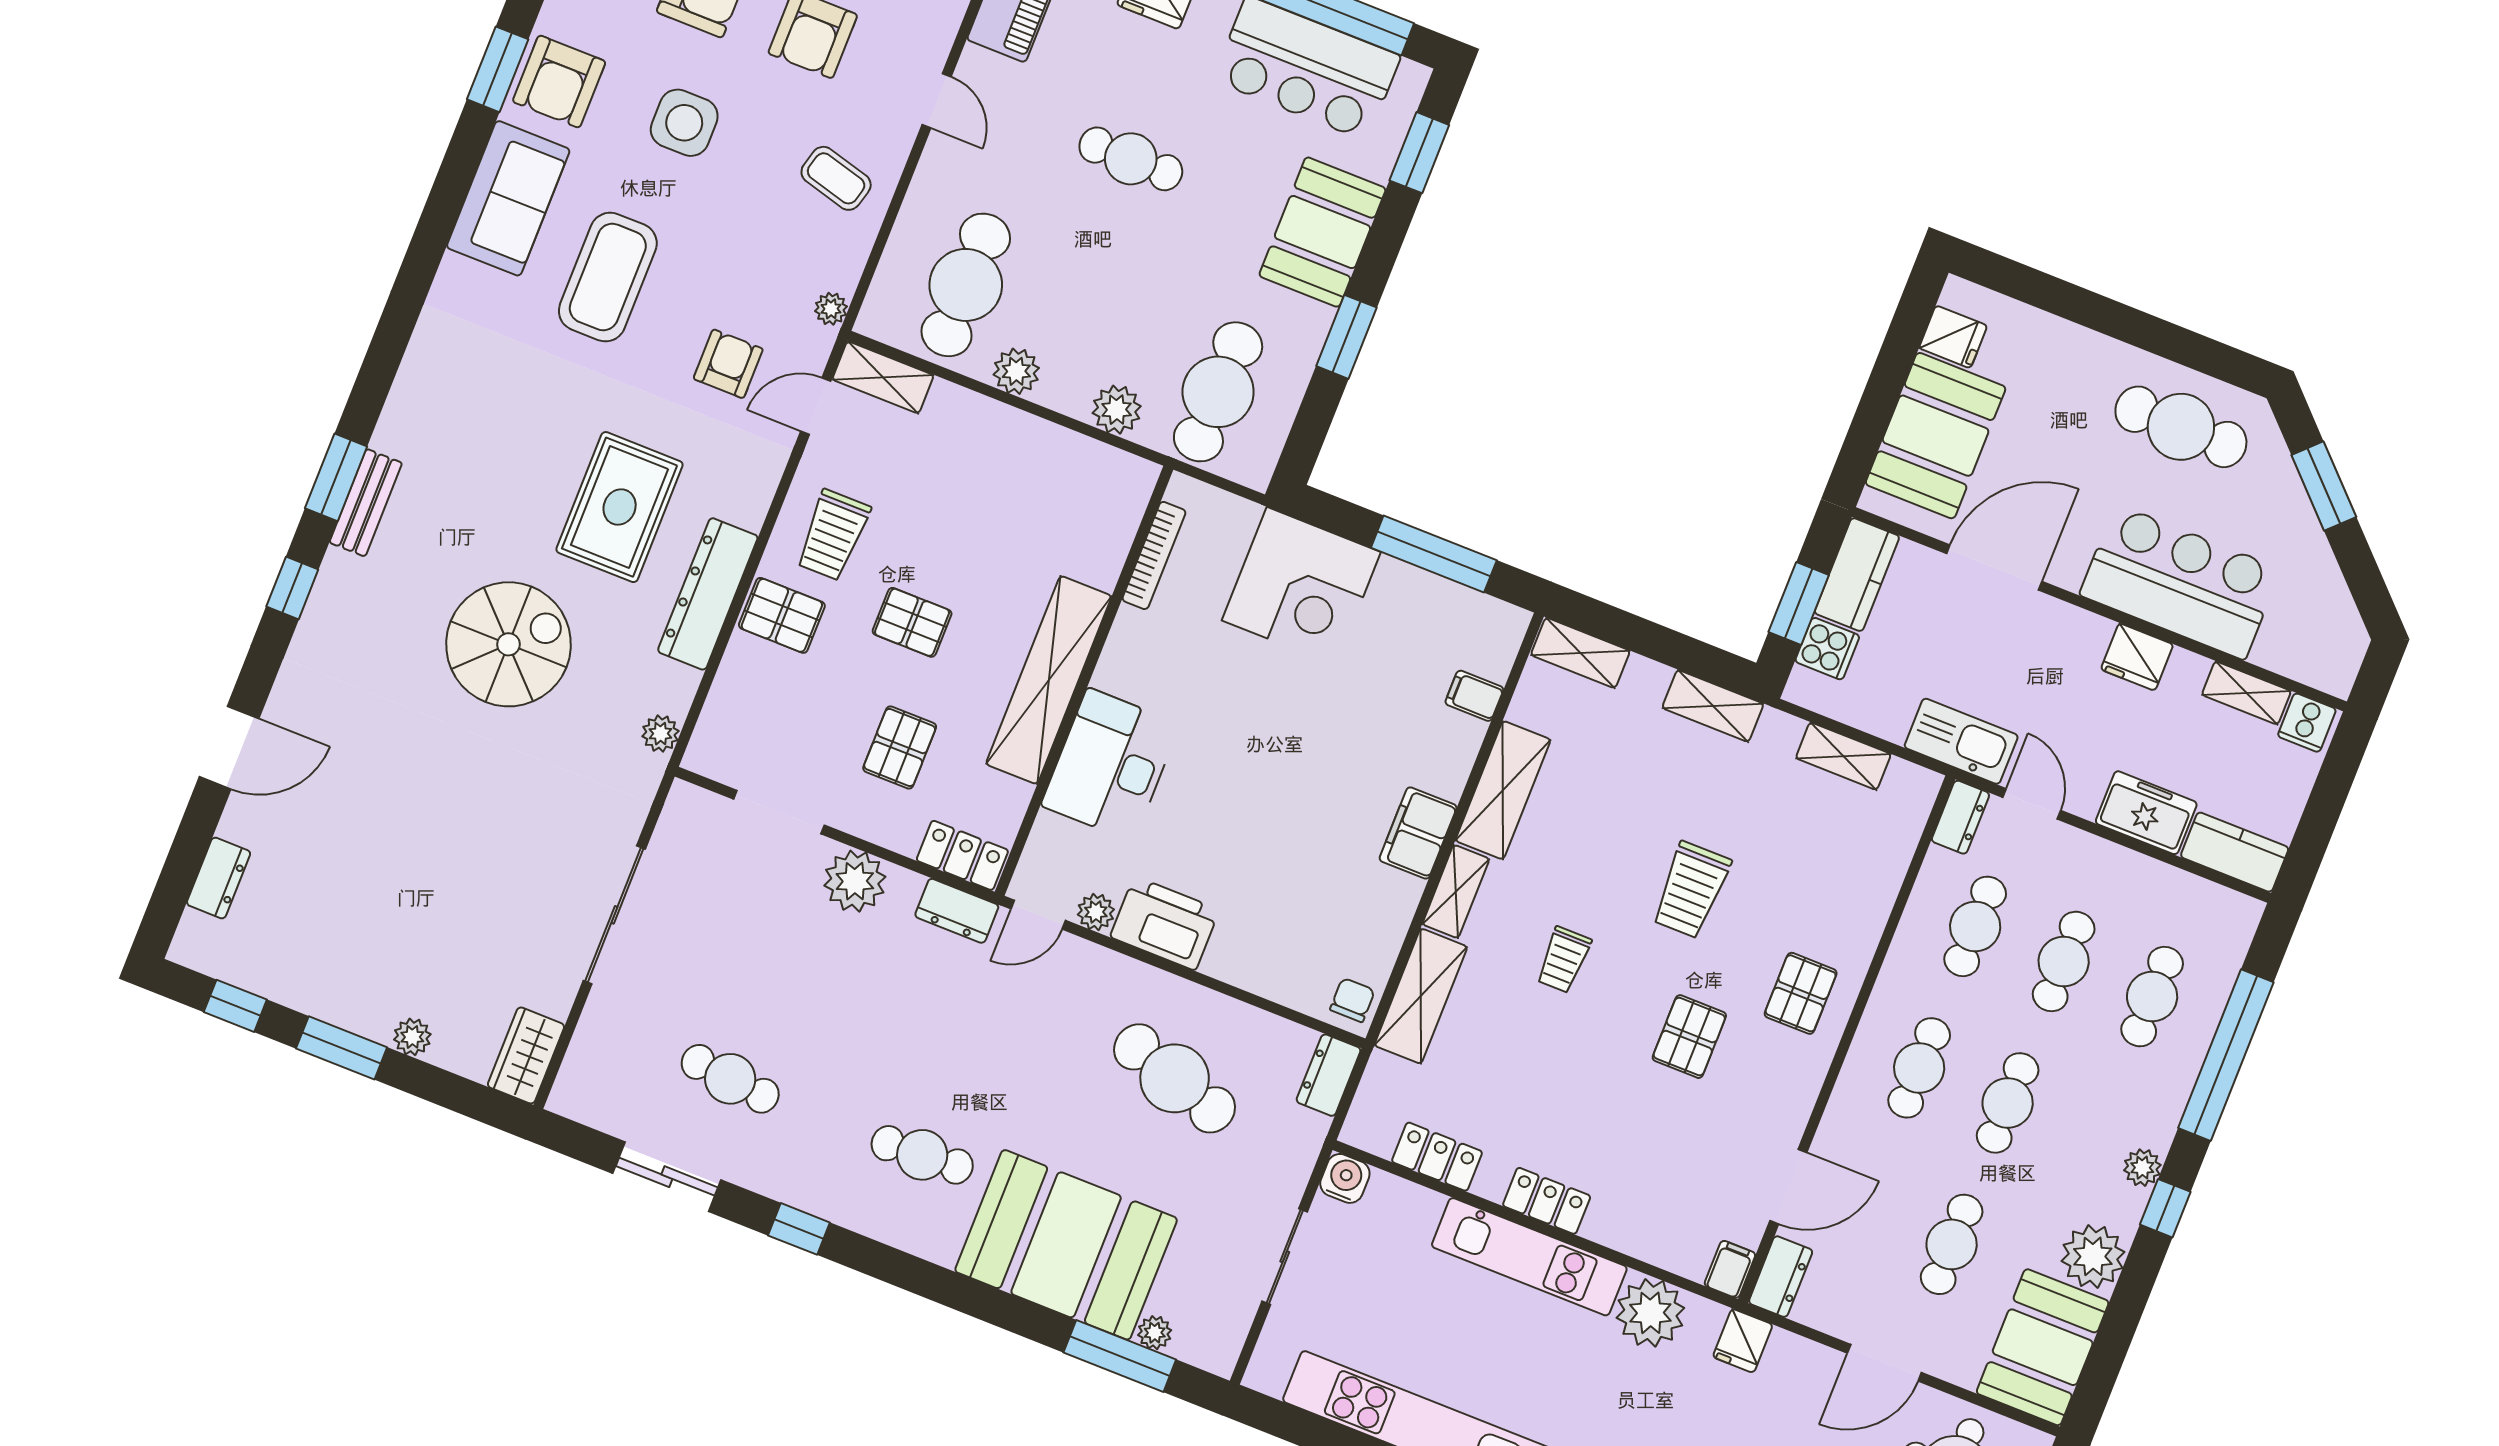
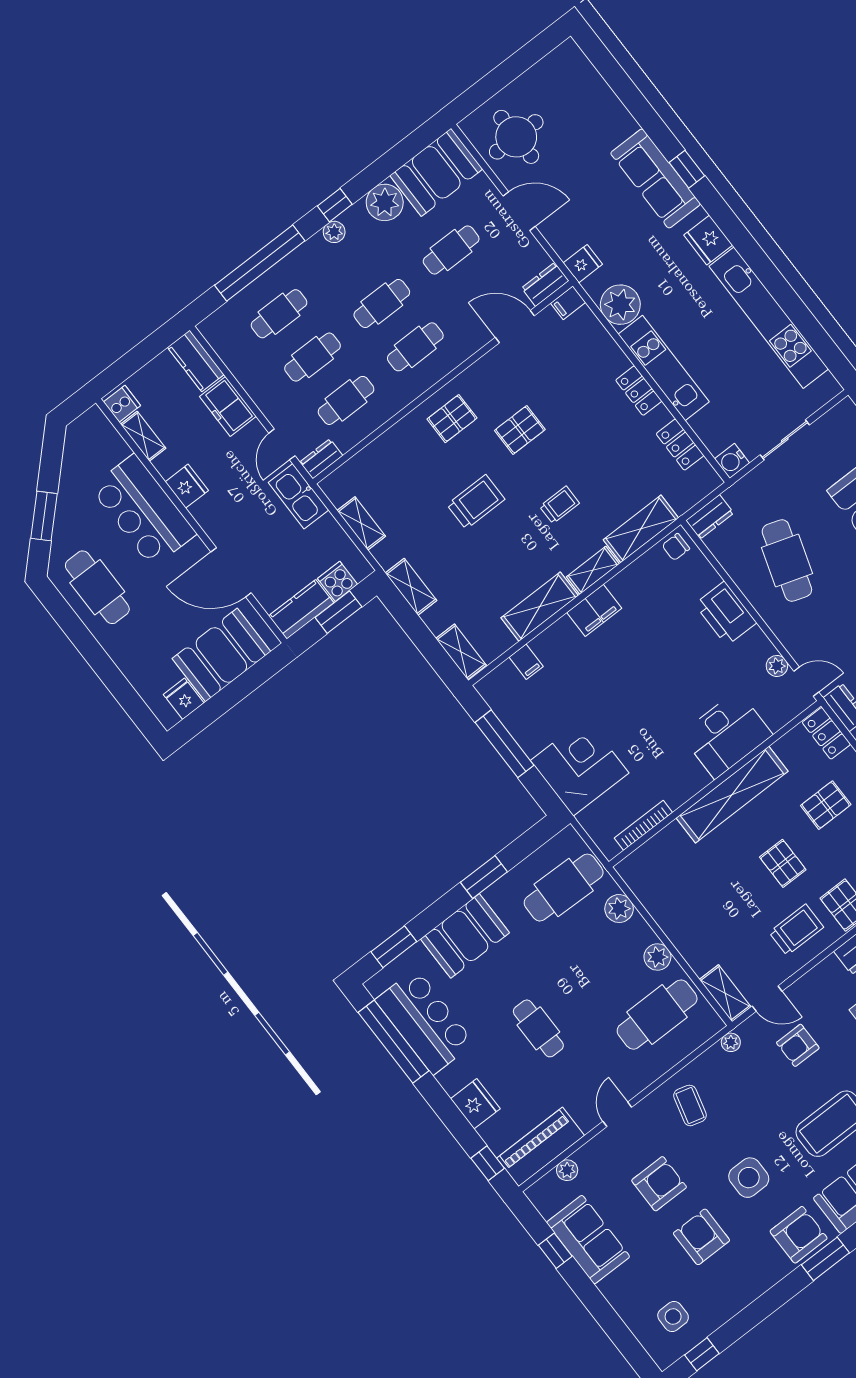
printer: (1165, 923) -> (726, 613), moved

